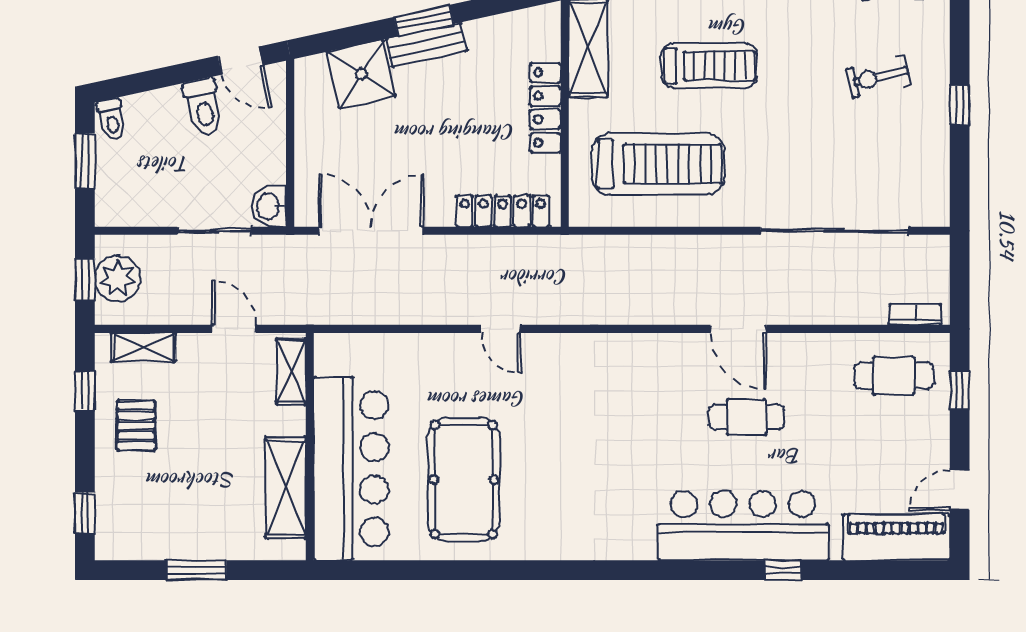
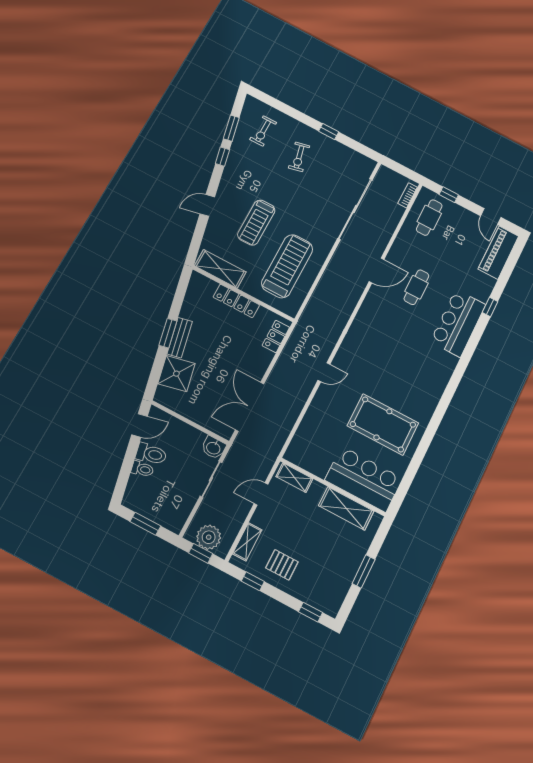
treadmill: (709, 66) -> (256, 223), turned 180
toilet: (112, 119) -> (142, 469), moved
locker: (503, 211) -> (276, 336), width x0.66
bar counter: (351, 468) -> (364, 479), width x0.73
bar counter: (743, 526) -> (458, 323), width x0.73

